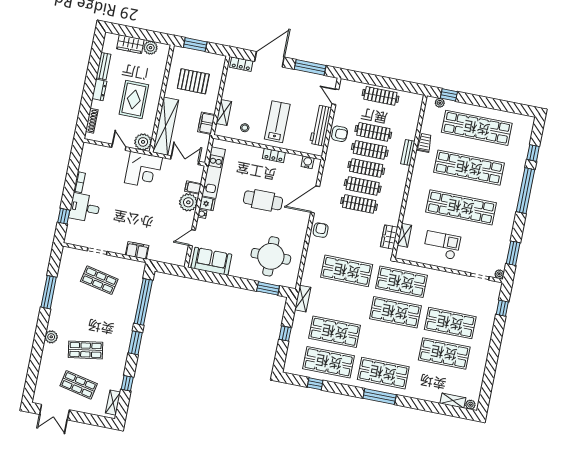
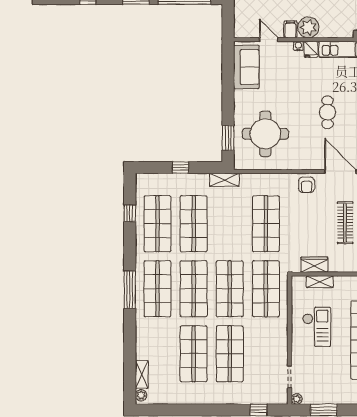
filing cabinet: (193, 187) -> (290, 29), moved
cafe table: (263, 200) -> (328, 112), width x0.73, depth x0.74
armchair: (321, 230) -> (307, 185), turned 91
shop shelf: (389, 343) -> (194, 289), added

